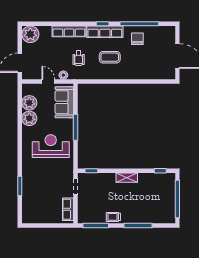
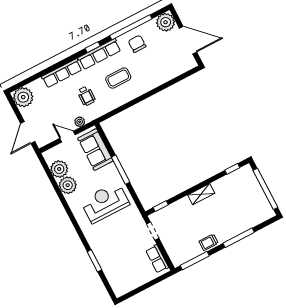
plant: (167, 34) -> (166, 22), added

